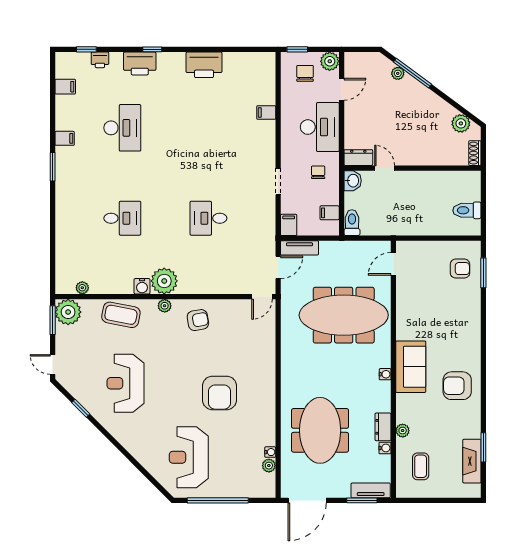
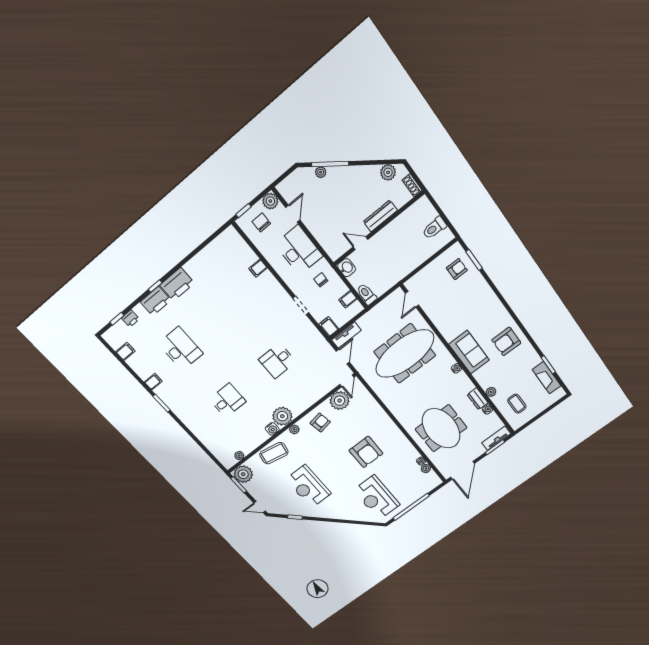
printer: (204, 65) -> (177, 284), moved
dresser: (358, 158) -> (380, 216), moved, width x1.44
plant: (237, 312) -> (340, 401), added

